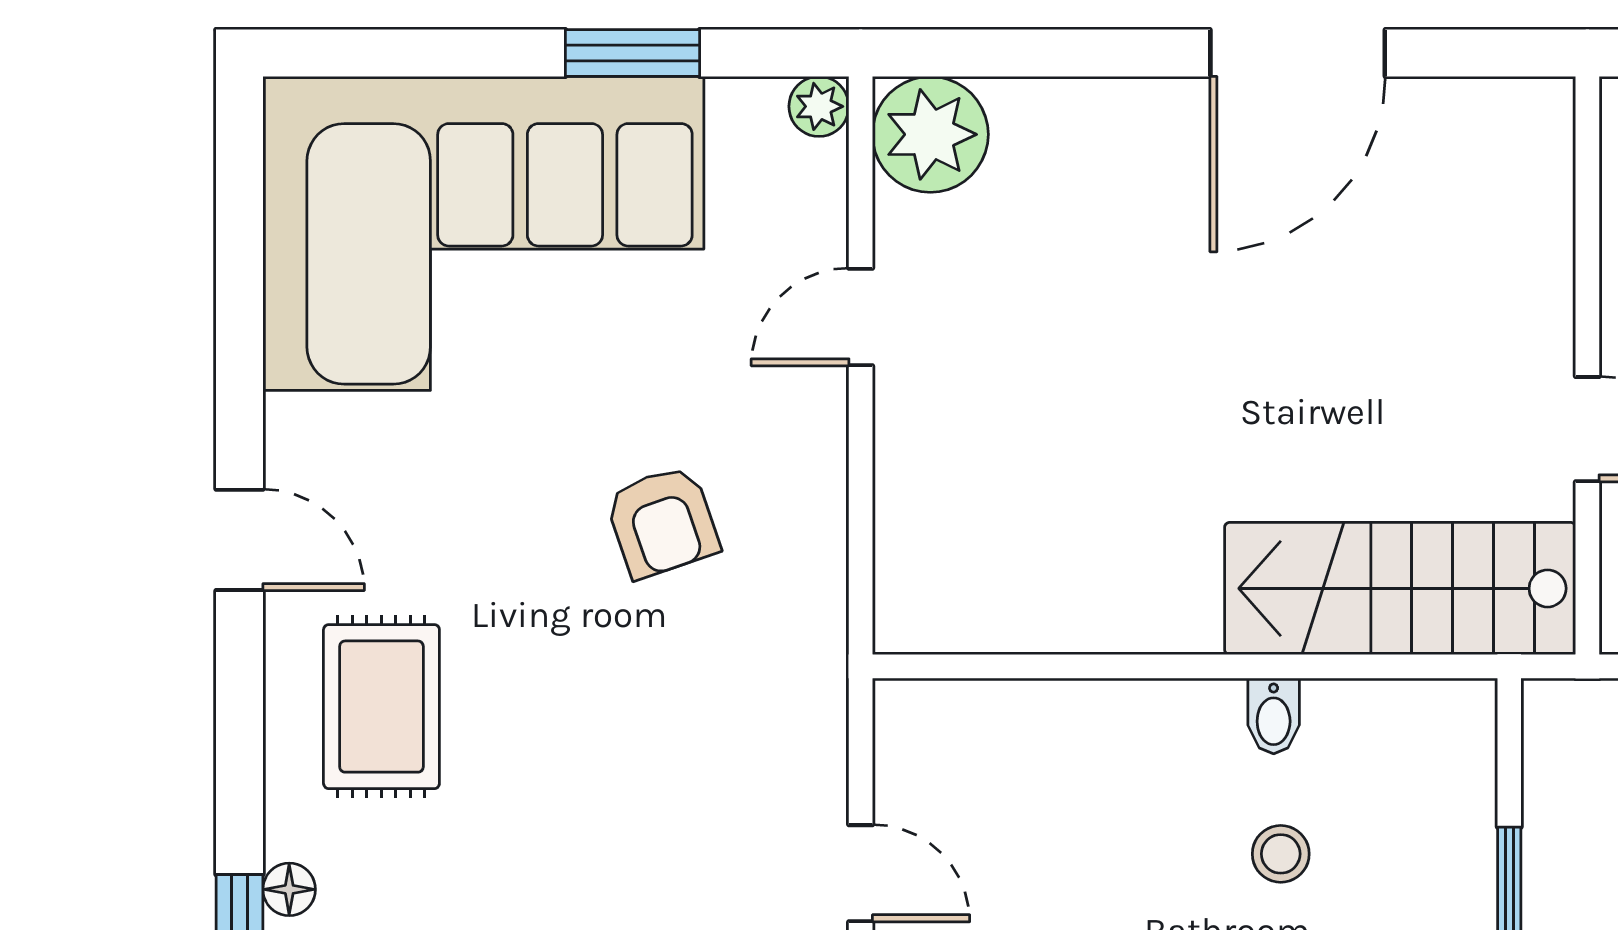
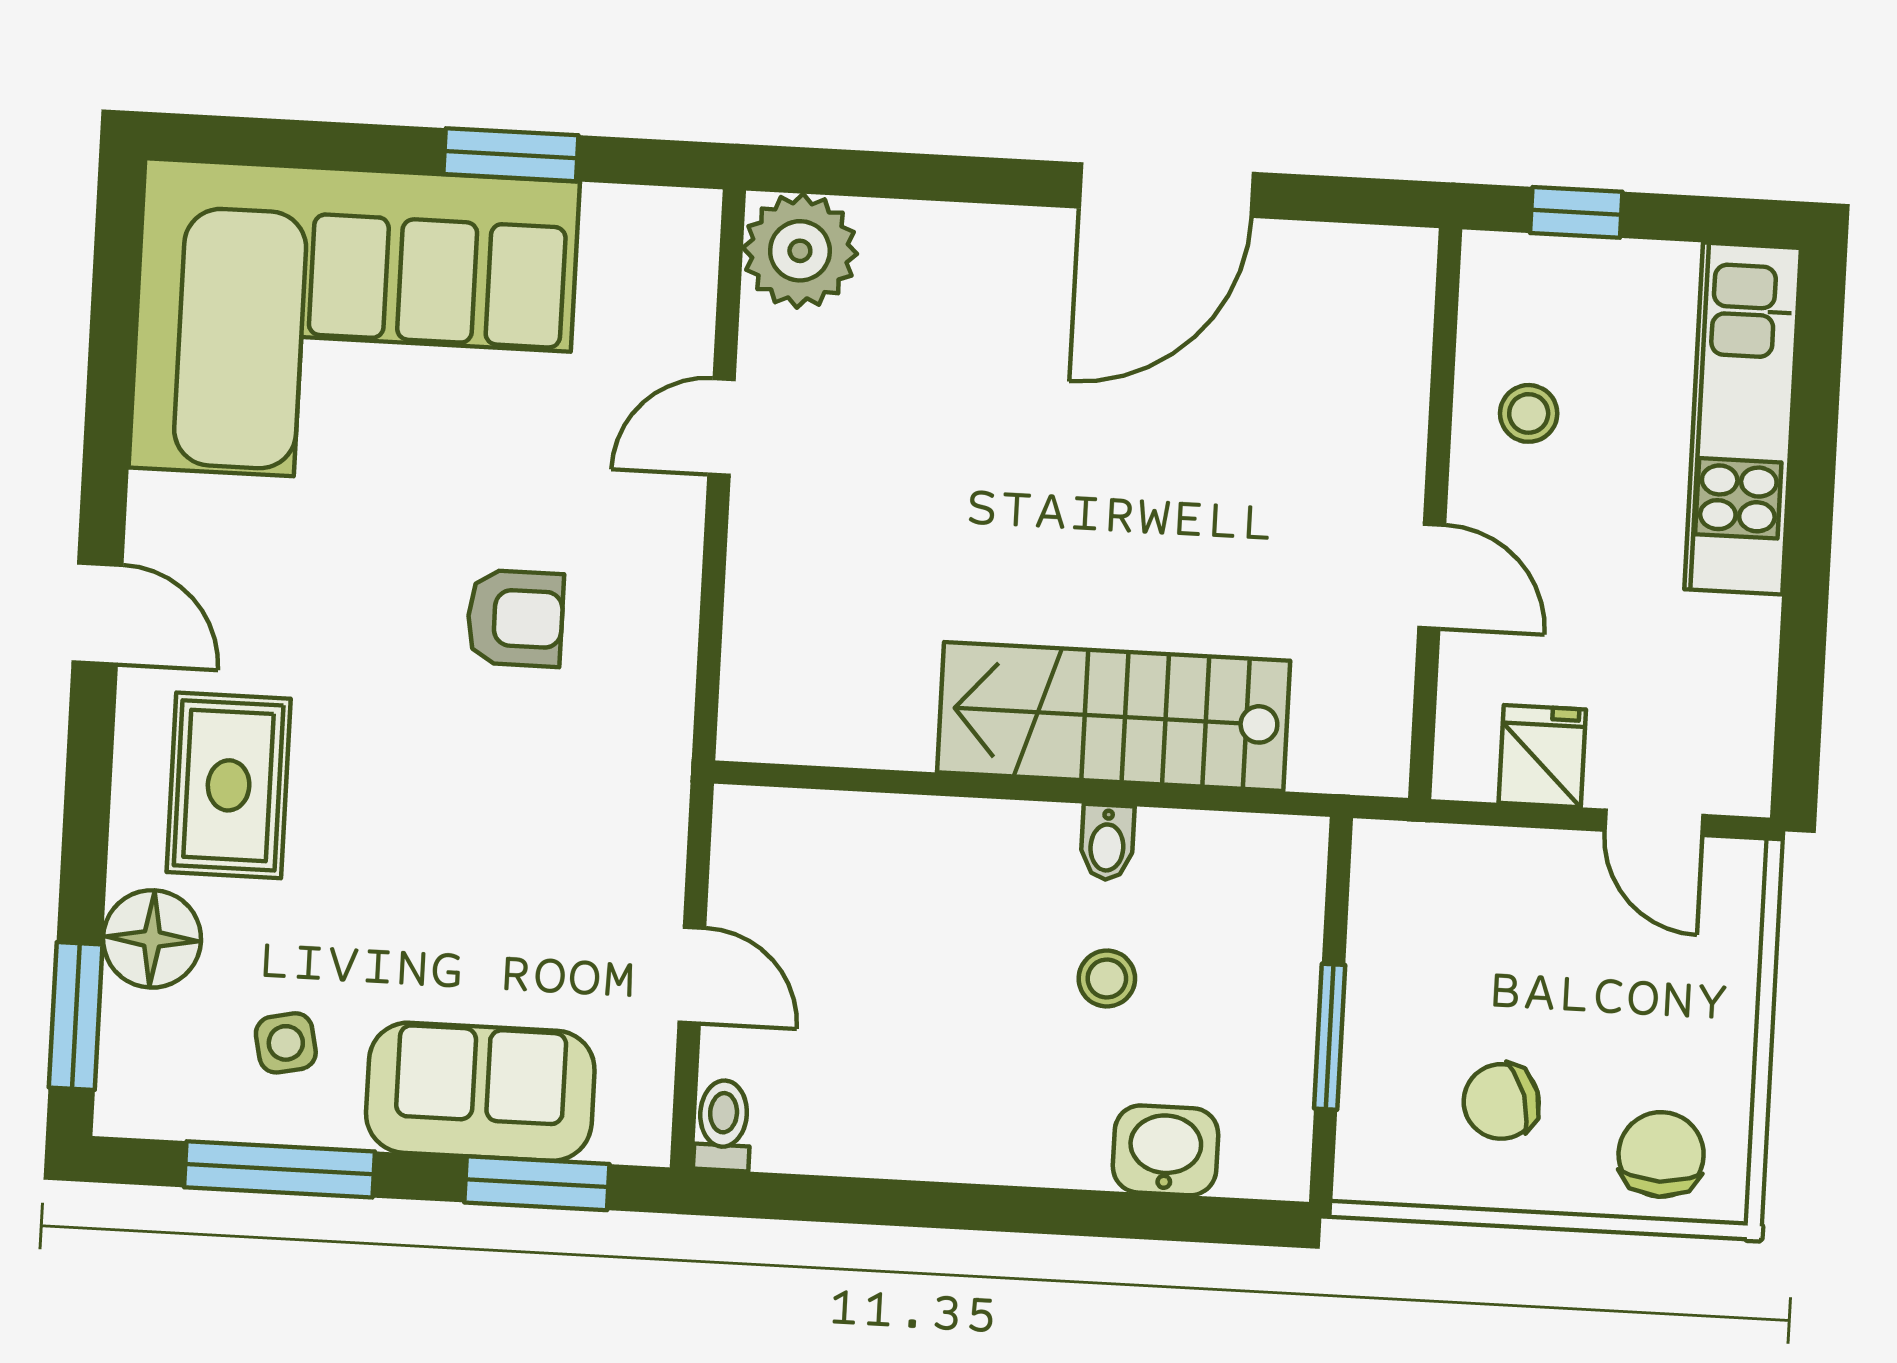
plant: (819, 106) -> (692, 217), removed
armchair: (662, 522) -> (515, 618), turned -71
stairs: (1400, 588) -> (1114, 717), moved
floor lamp: (289, 889) -> (152, 939), width x1.89, depth x1.89

